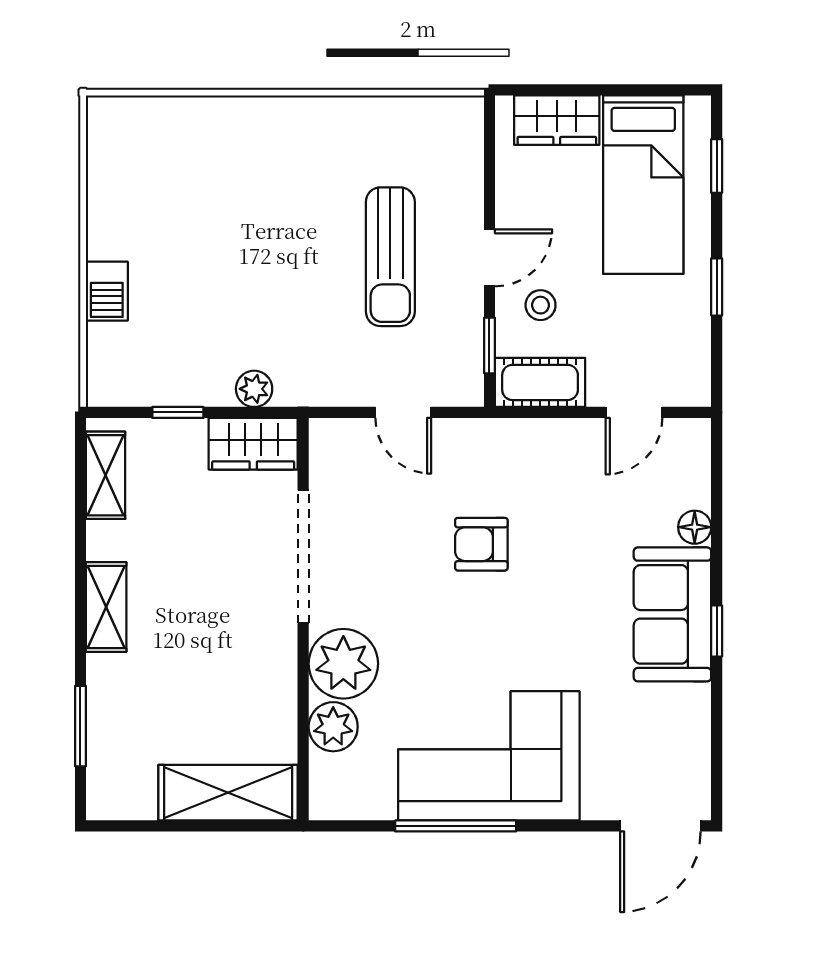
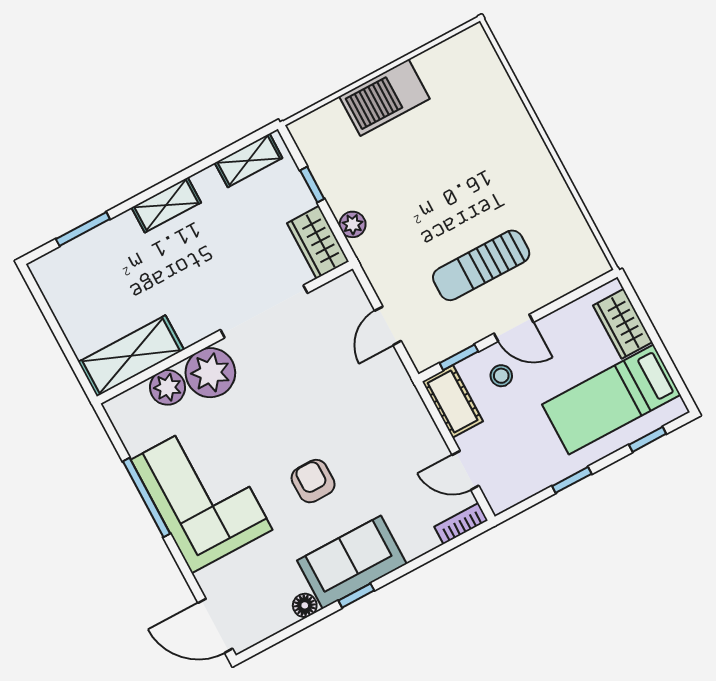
barbecue: (107, 291) -> (384, 98), width x1.88, depth x1.53
bookcase: (697, 453) -> (461, 524), added
floor lamp: (695, 527) -> (305, 605), moved
armchair: (481, 544) -> (313, 481), moved
shelving: (228, 793) -> (131, 356), moved, turned 90

